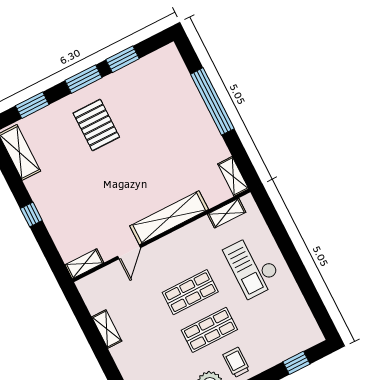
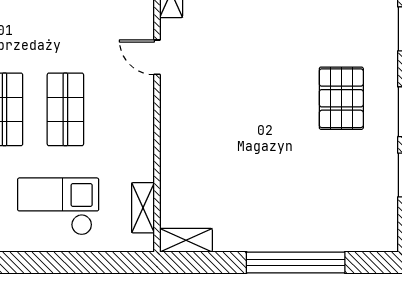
pallet: (96, 125) -> (341, 98), turned 90
shelving: (169, 218) -> (175, 131), removed

